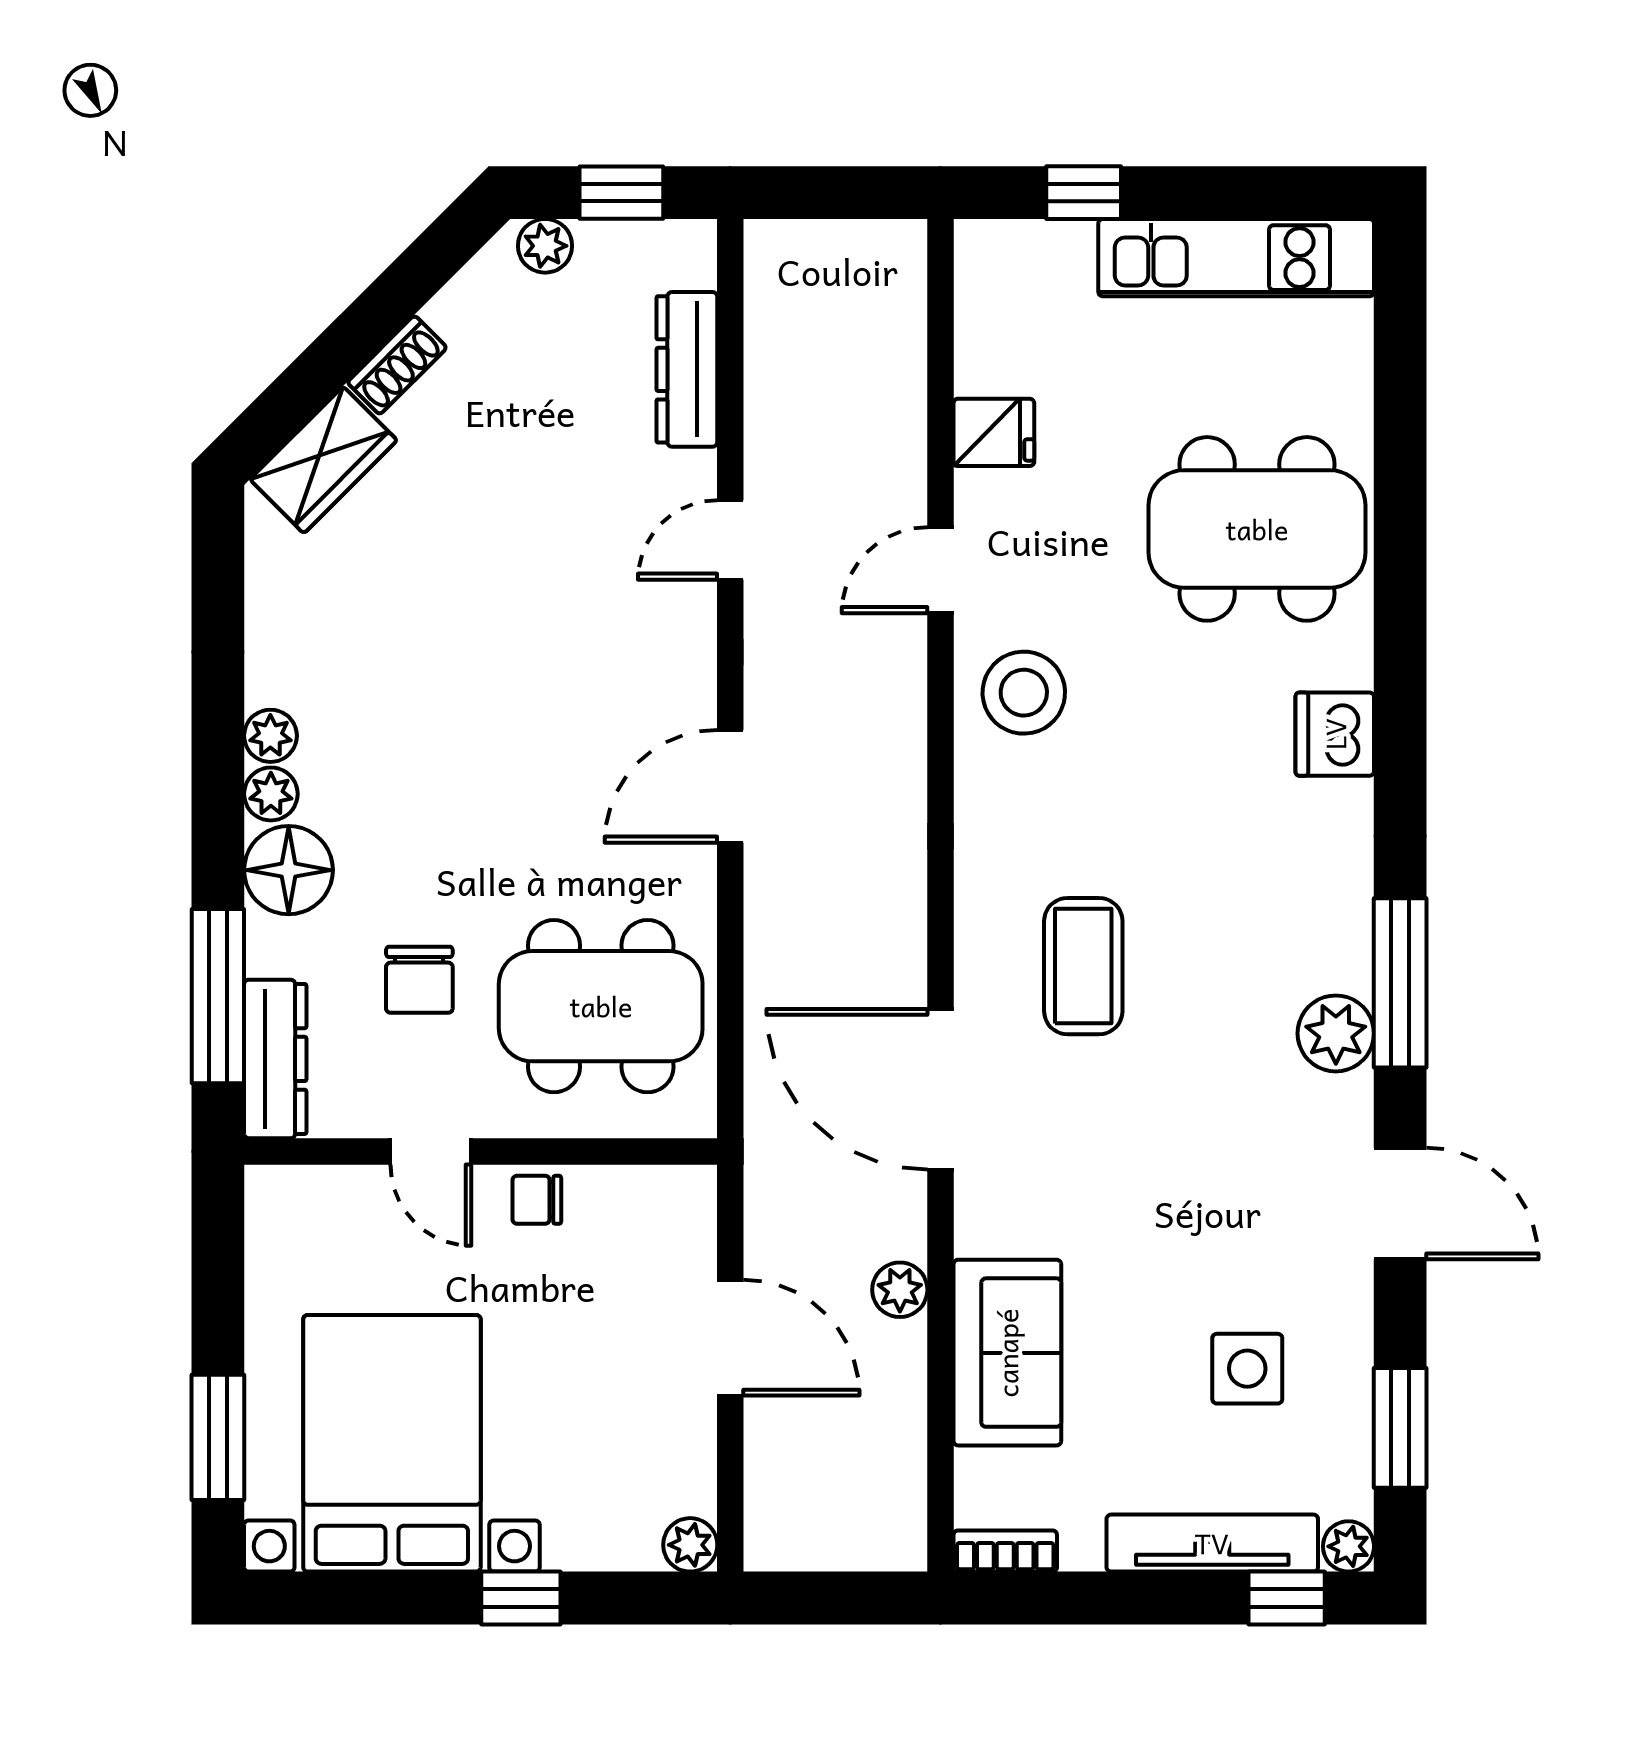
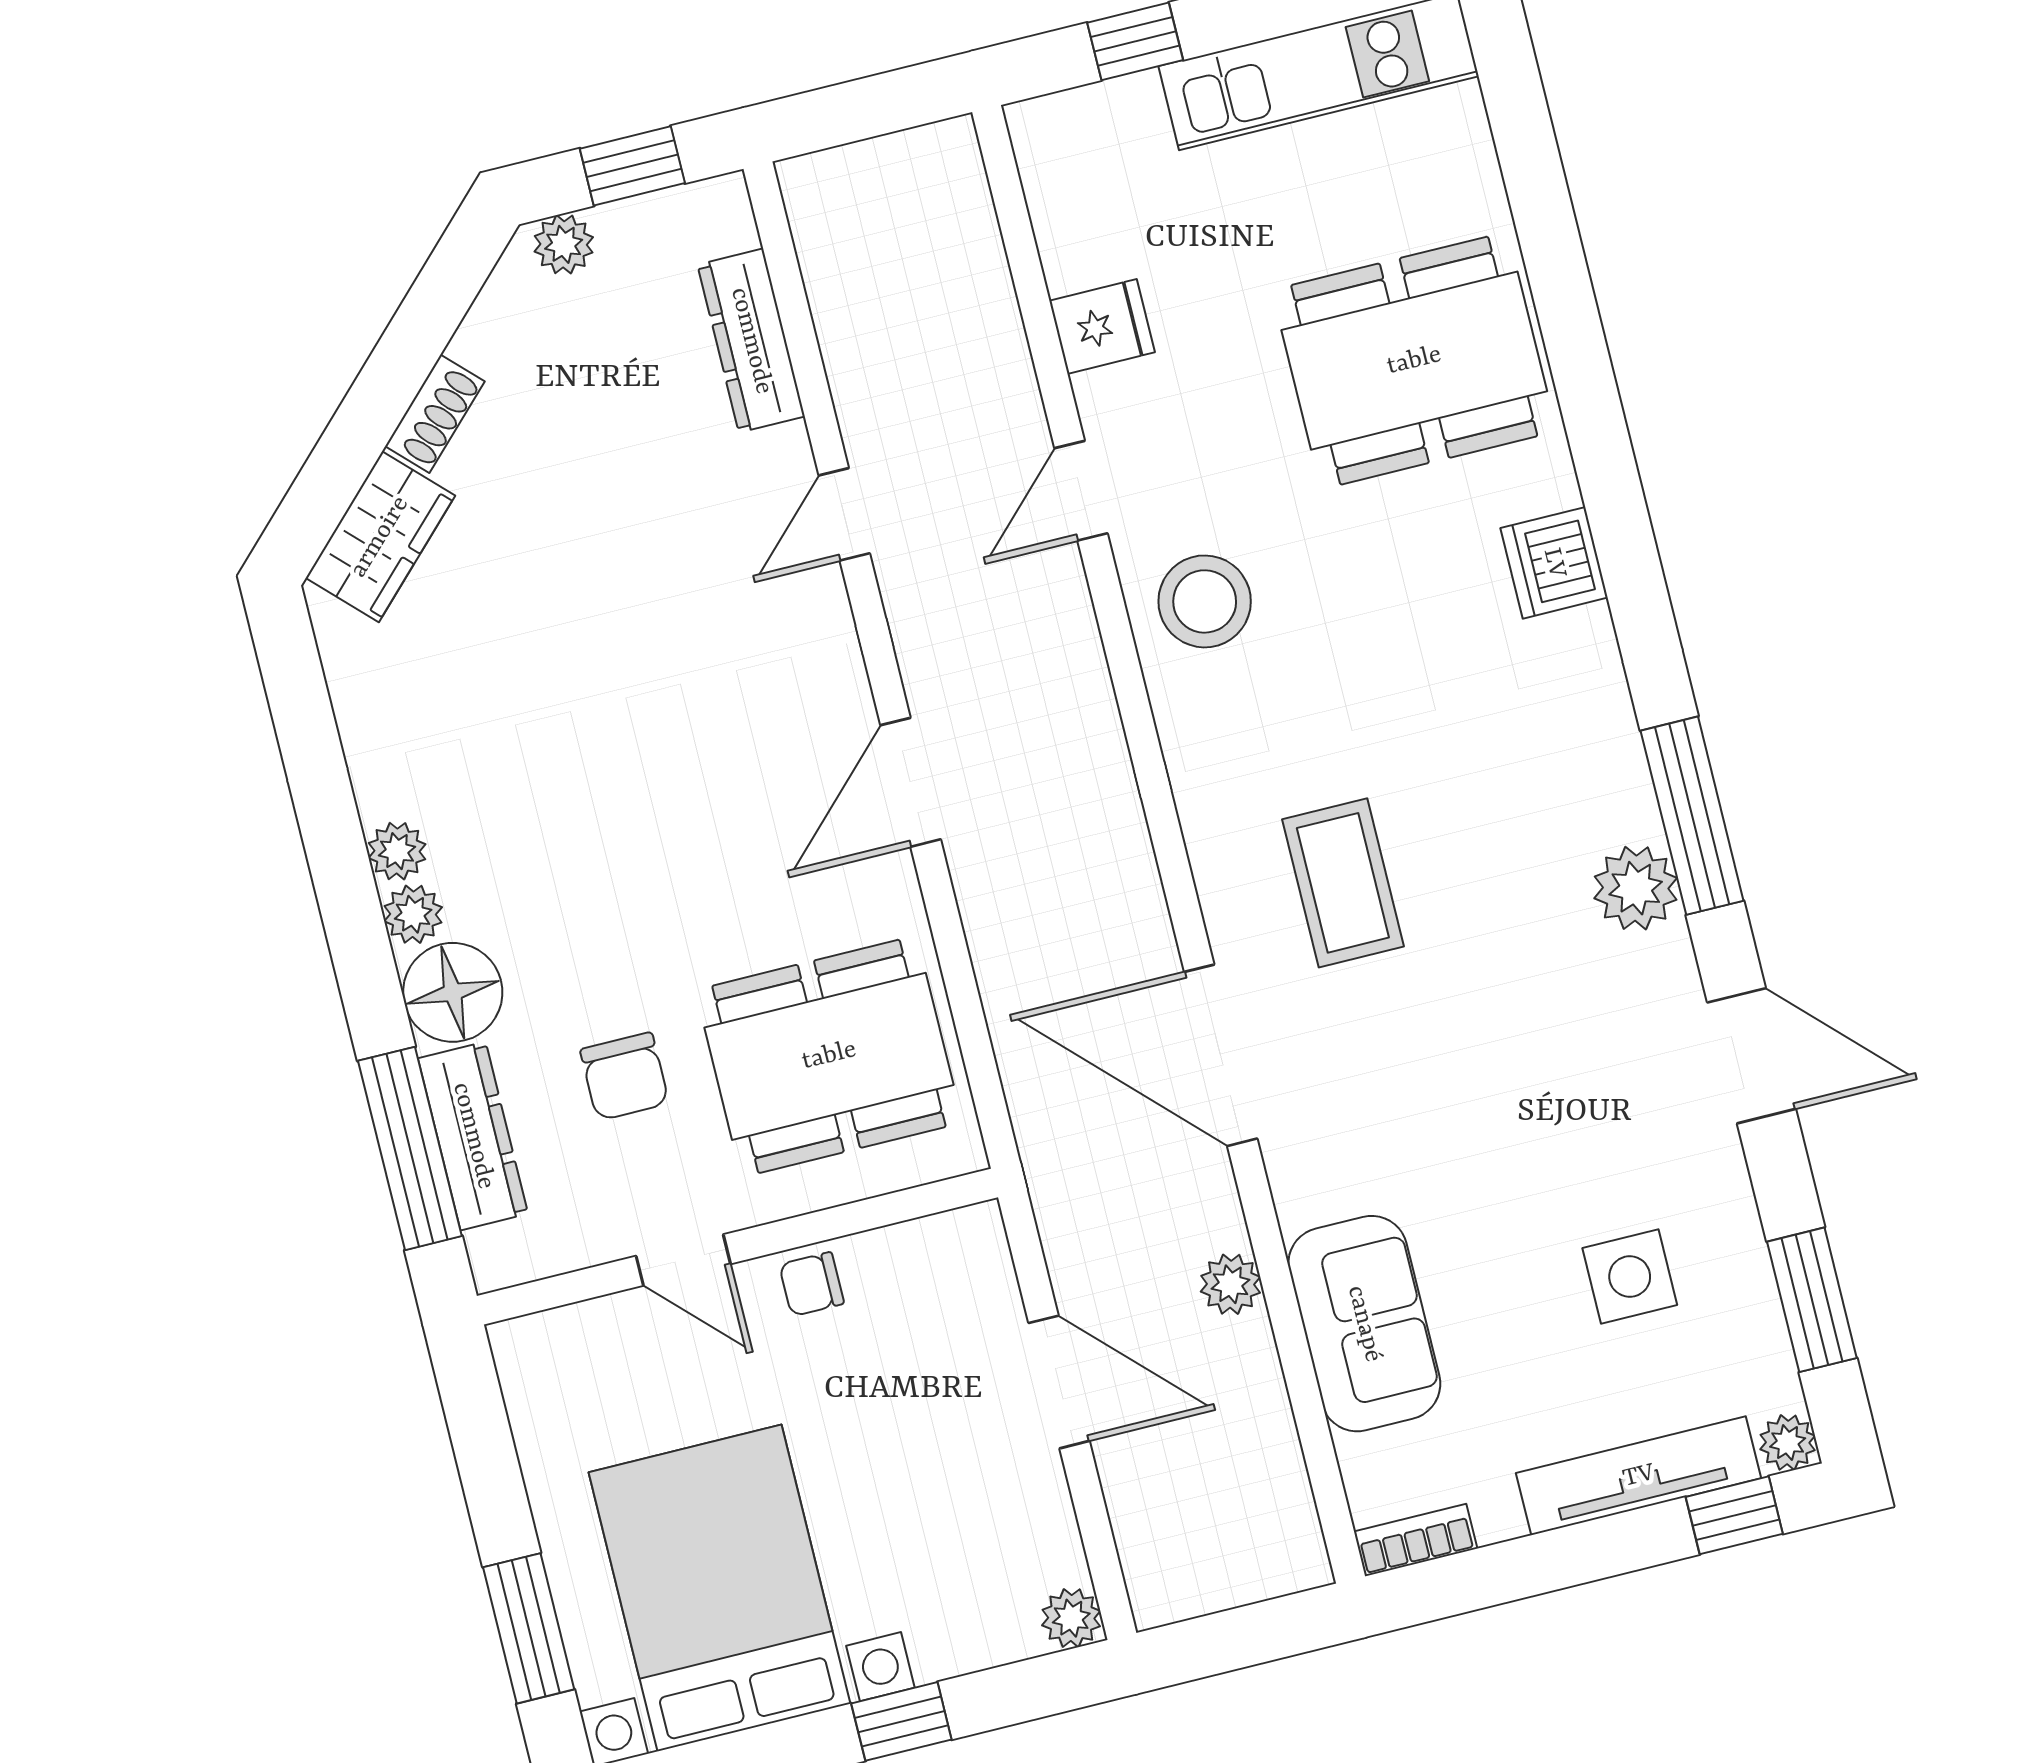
dresser: (275, 1059) -> (473, 1136), moved

